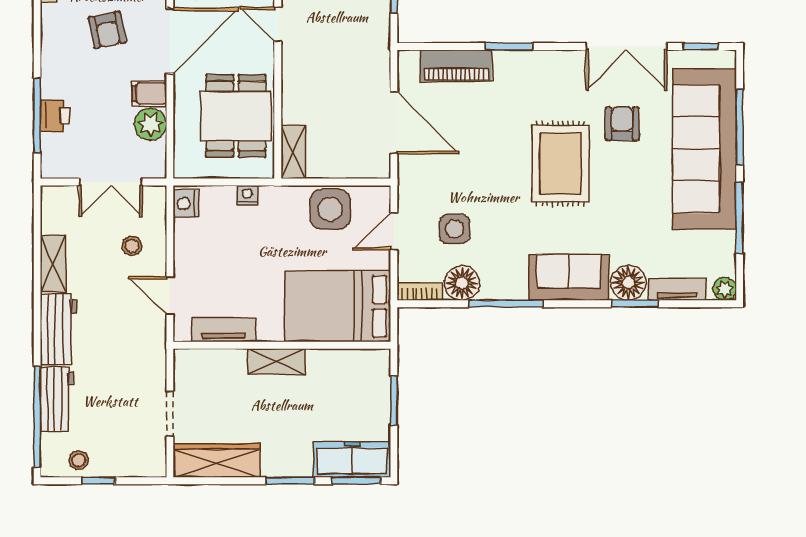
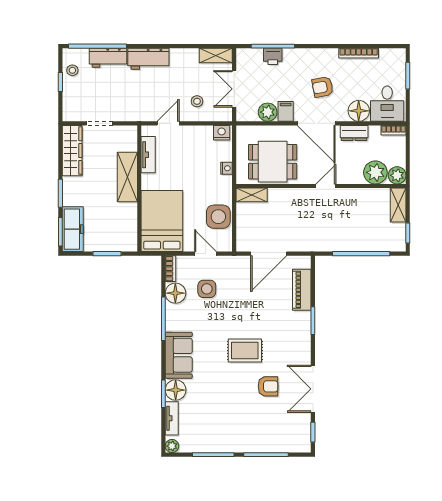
sofa: (704, 149) -> (253, 434), removed
rug: (561, 164) -> (245, 351), width x0.73, depth x0.70
shelving: (53, 264) -> (216, 55), moved
shelving: (276, 361) -> (127, 177), width x1.50, depth x1.33

